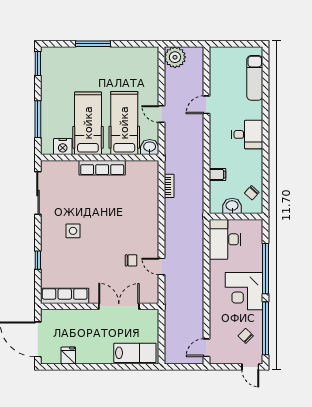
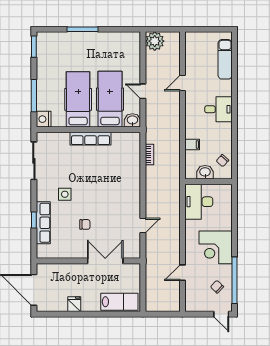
nightstand: (63, 147) -> (44, 119), moved, turned 90
chair: (131, 260) -> (85, 224), moved
door: (162, 266) -> (143, 226), swing flipped
window: (265, 269) -> (234, 227), removed
row of seats: (65, 296) -> (43, 223), moved, turned 90
door: (206, 348) -> (182, 273), moved
fridge: (68, 355) -> (74, 304), moved

